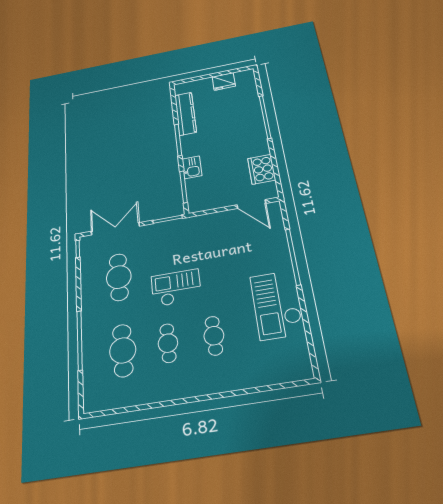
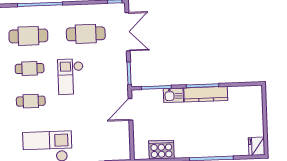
fridge: (224, 81) -> (257, 146), moved
kitchen counter: (185, 114) -> (206, 94), moved
door: (251, 204) -> (130, 109), moved
checkout: (176, 288) -> (71, 77), turned 180

